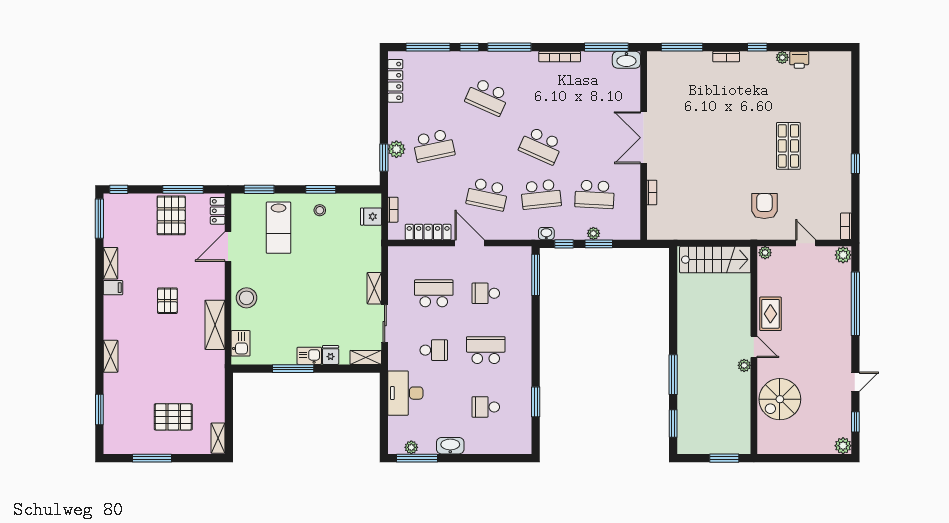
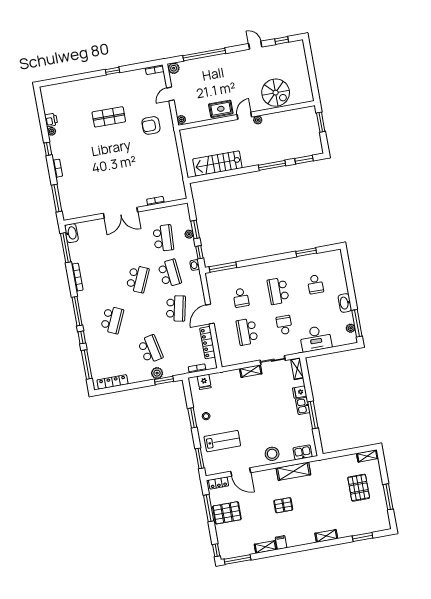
stairs: (715, 260) -> (217, 163), moved, turned -90
plant: (843, 446) -> (299, 46), removed

